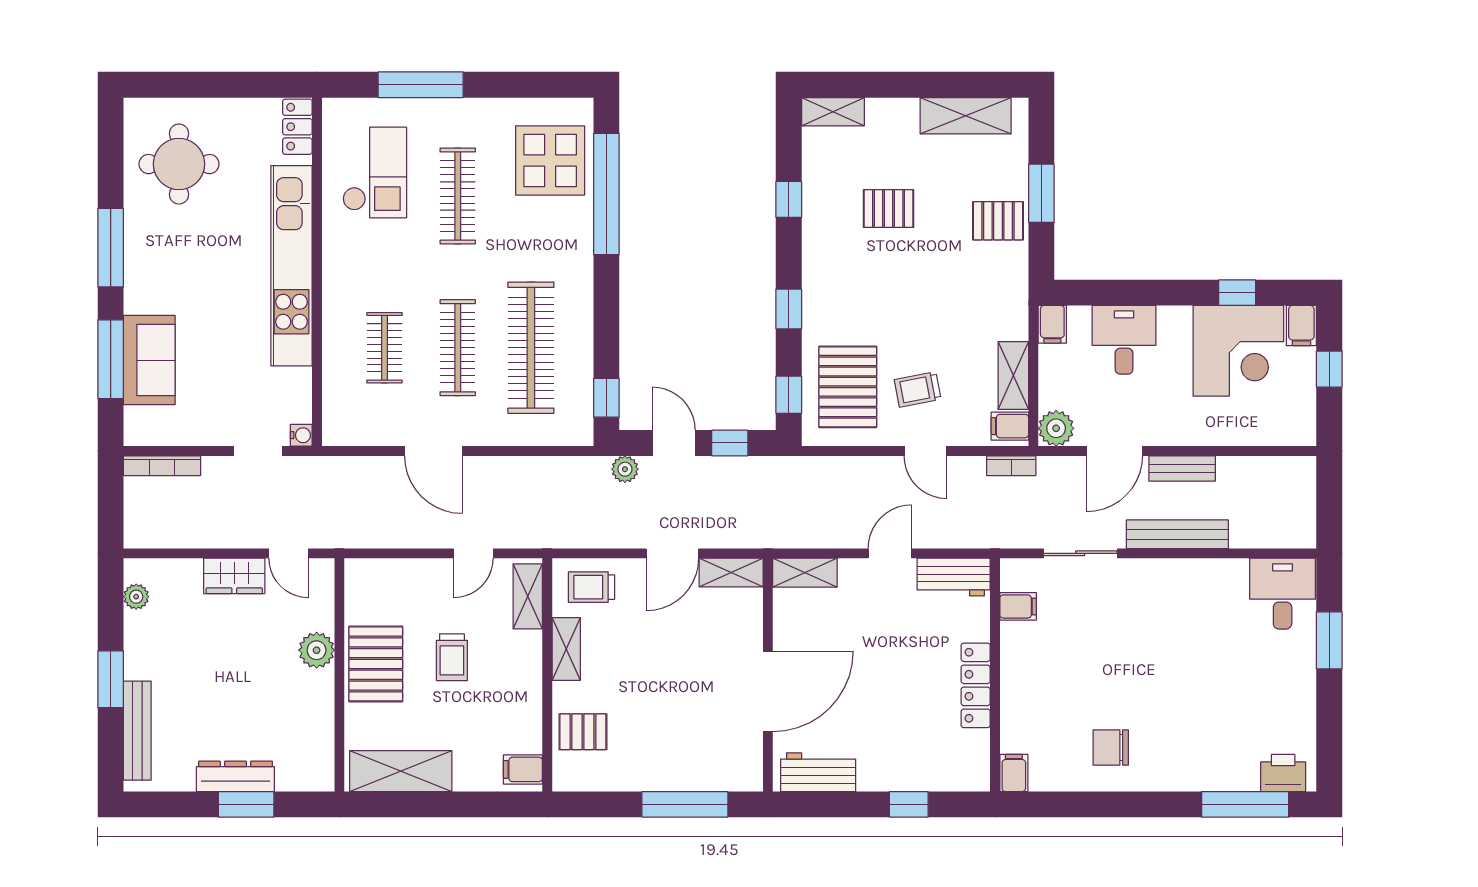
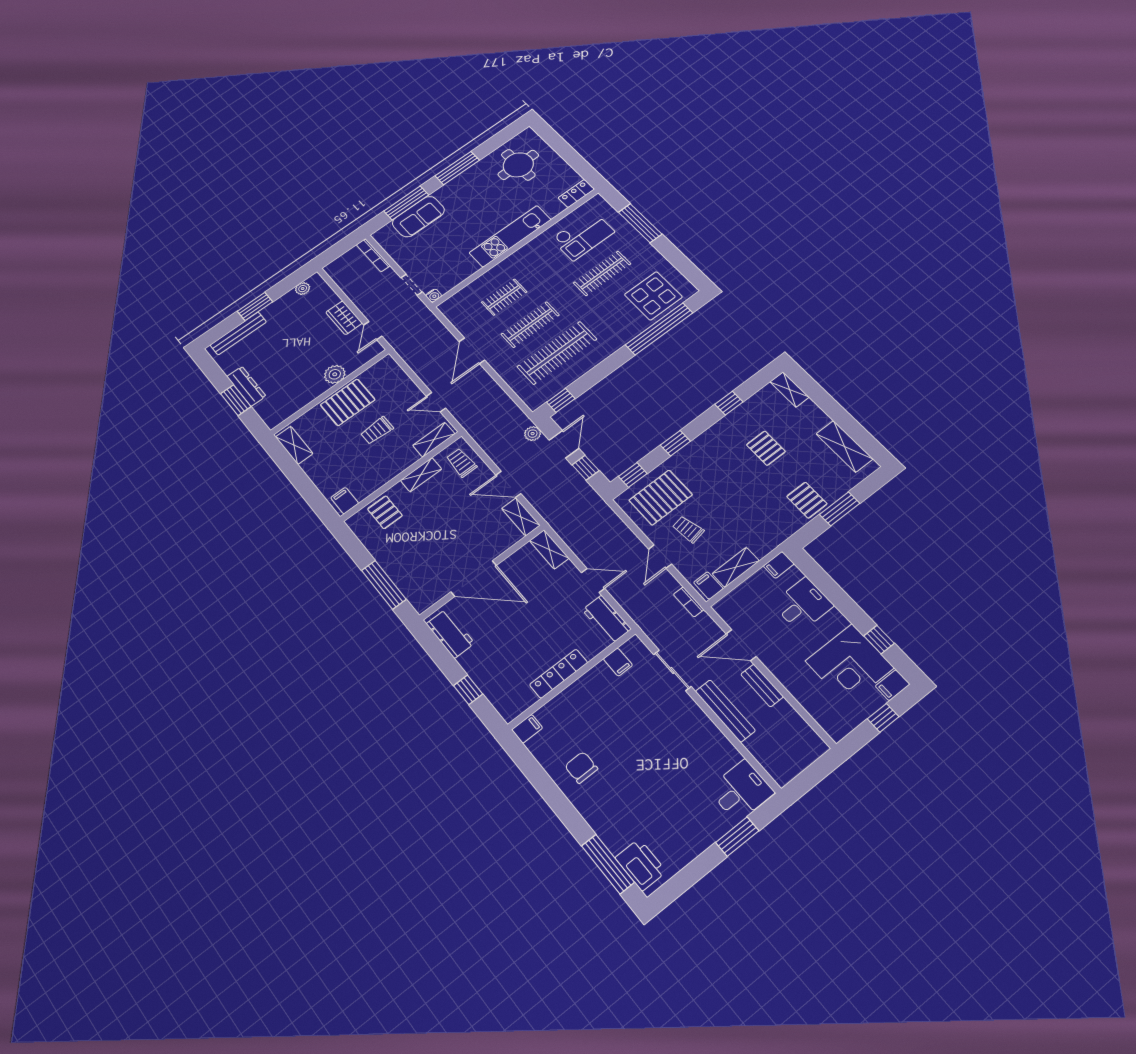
kitchen unit: (291, 266) -> (510, 236), width x0.73
plant: (1056, 428) -> (727, 608), removed
shelving: (401, 771) -> (294, 445), width x0.67, depth x0.75
printer: (1283, 773) -> (641, 865), width x1.37, depth x1.19

